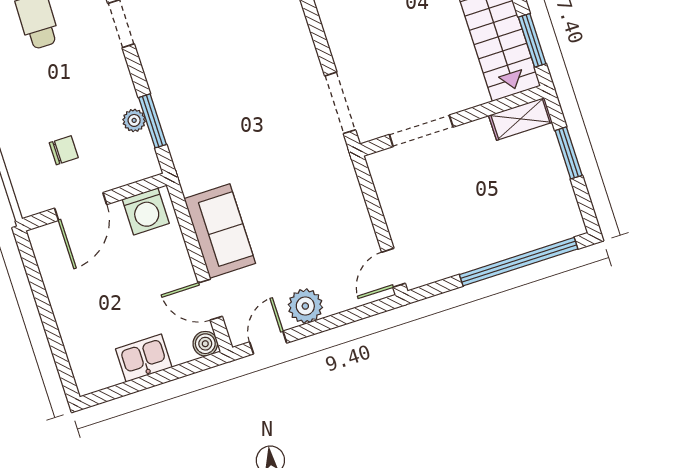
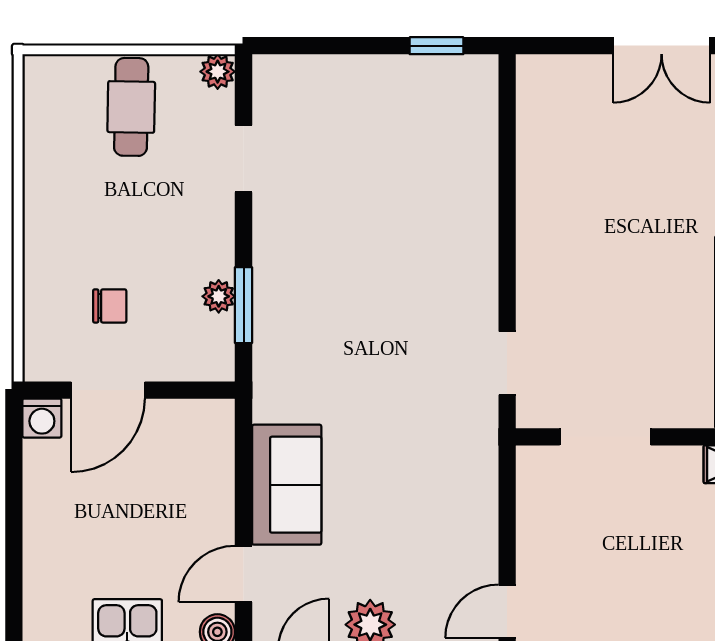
doorway: (340, 103) -> (507, 363), width x0.73
washing machine: (146, 211) -> (42, 418), moved, width x0.73, depth x0.73
door: (210, 300) -> (244, 574), hinge flipped

